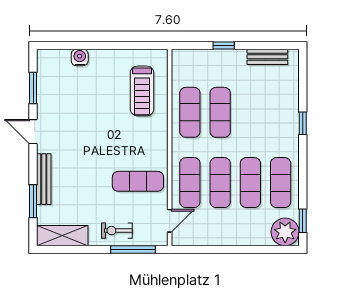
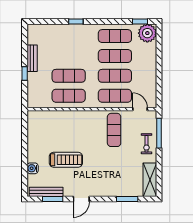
bench: (267, 57) -> (32, 58), moved
treadmill: (142, 91) -> (66, 160), moved
bench: (44, 179) -> (46, 192), moved

